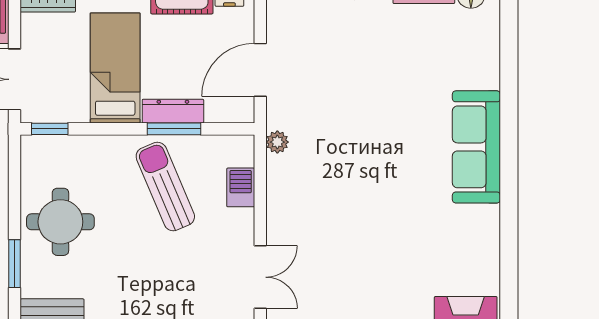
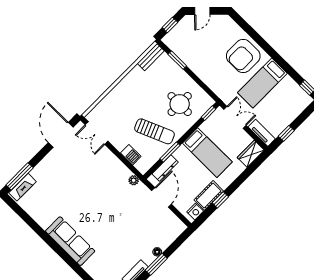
dresser: (173, 111) -> (165, 168), moved
round table: (60, 222) -> (180, 104), moved

